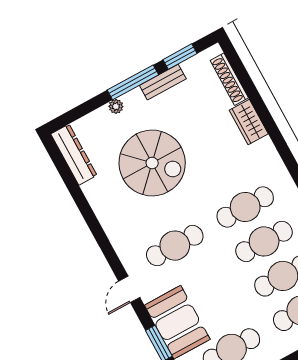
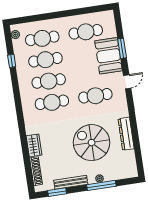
window: (133, 82) -> (101, 185), moved
bench: (163, 82) -> (71, 182), width x1.36
dresser: (74, 155) -> (126, 134), moved

